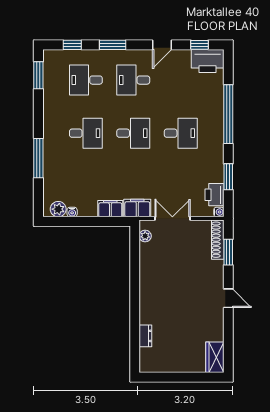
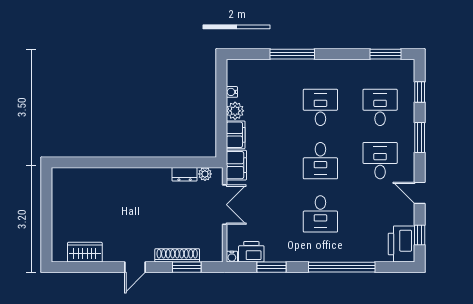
desk: (86, 133) -> (320, 107), turned 180
plant: (58, 209) -> (235, 111), moved
shoe rack: (218, 240) -> (177, 255), moved
dresser: (145, 336) -> (185, 174), moved
wardrobe: (215, 357) -> (85, 252), moved

